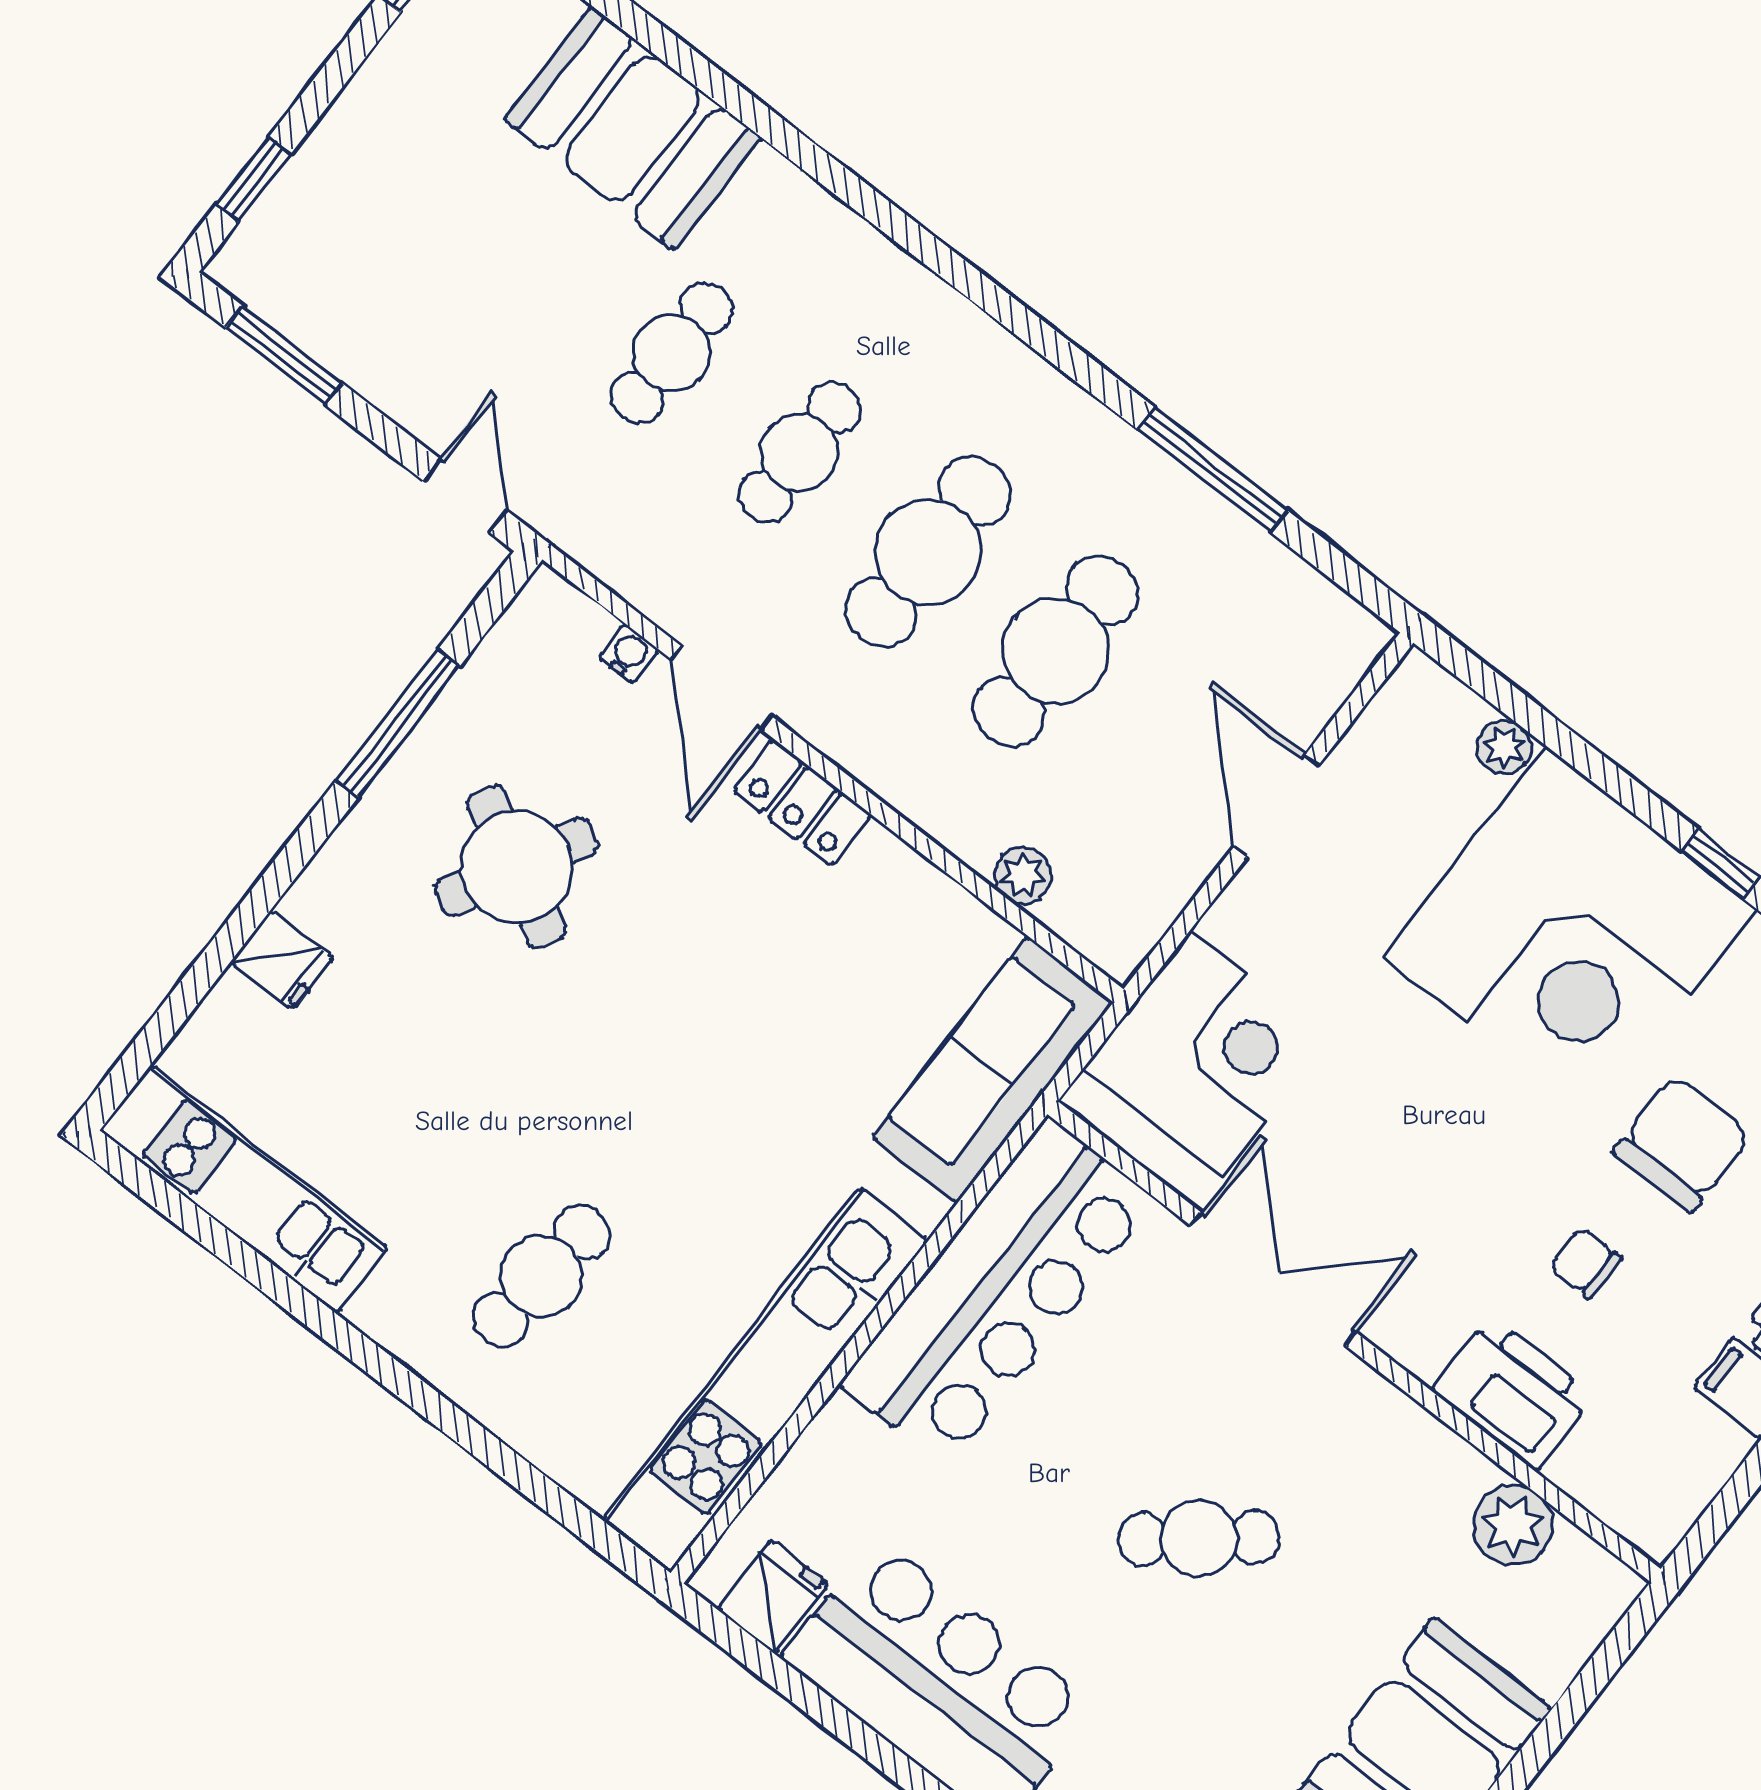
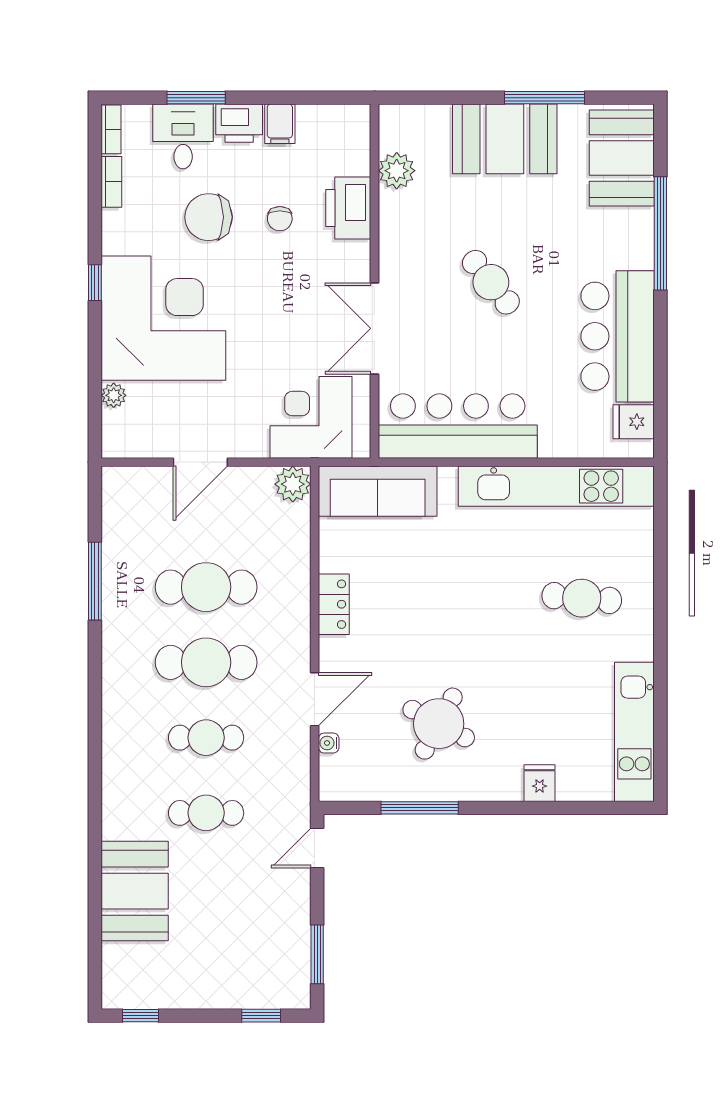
locker: (802, 803) -> (334, 604), moved
plant: (1023, 875) -> (293, 484), moved, width x1.38, depth x1.38

